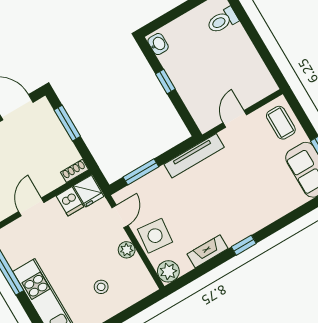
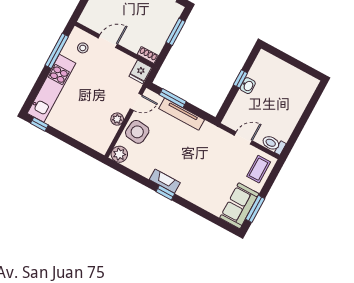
toilet: (222, 21) -> (273, 144), moved
washbasin: (158, 44) -> (248, 86), moved
tv unit: (194, 156) -> (182, 114), moved
dishwasher: (70, 201) -> (126, 64), removed
fireplace: (208, 251) -> (165, 181), moved
stool: (101, 287) -> (83, 48), moved

